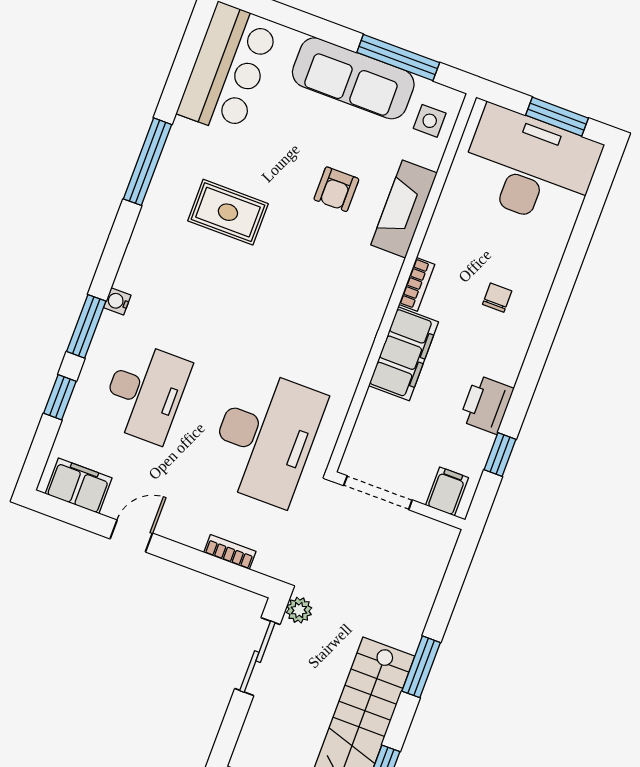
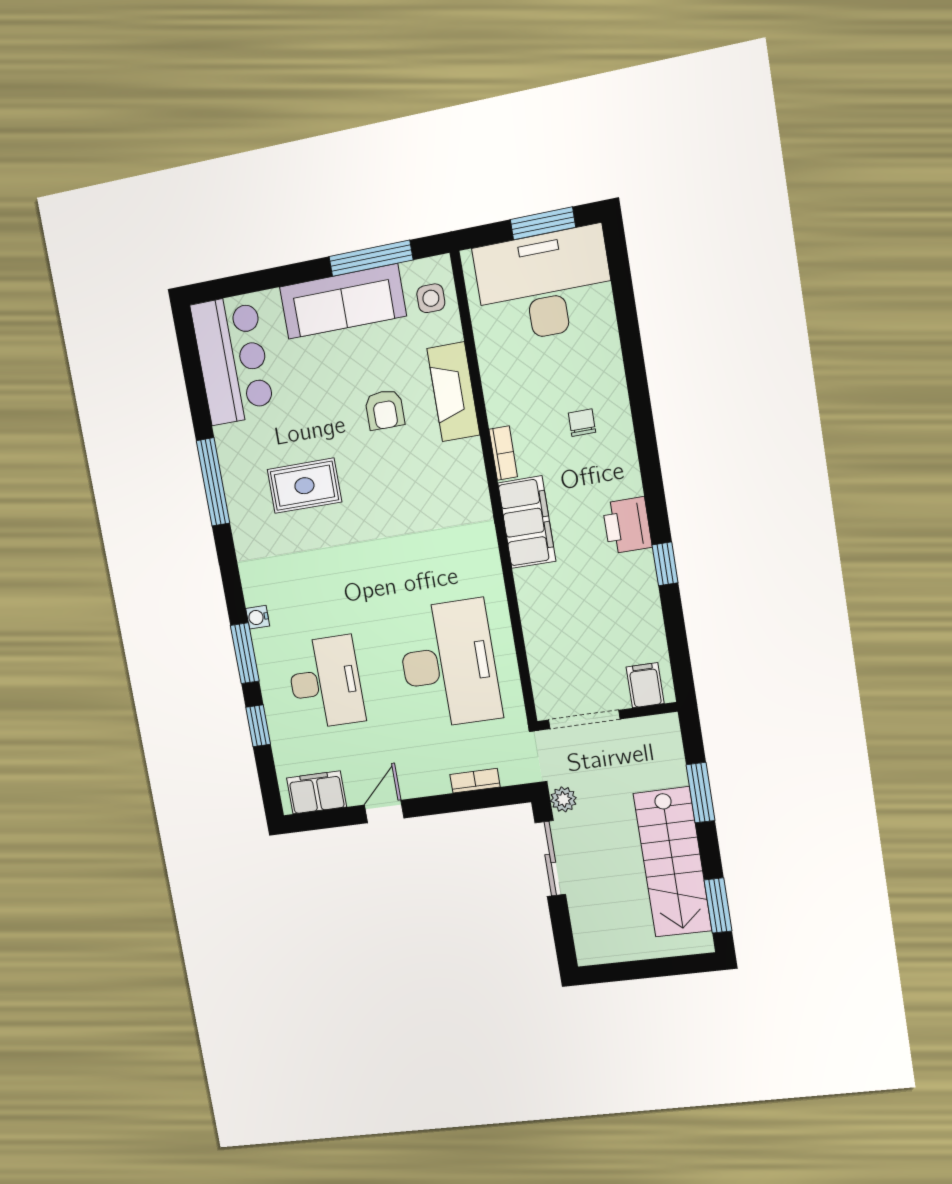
filing cabinet: (447, 491) -> (645, 685), moved
doorway: (378, 493) -> (584, 719), moved
wall: (399, 501) -> (607, 716), moved

